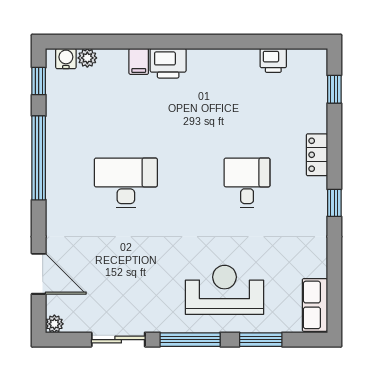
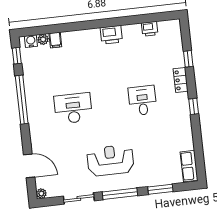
filing cabinet: (139, 61) -> (55, 40), moved
printer: (168, 63) -> (111, 35), moved
window: (334, 89) -> (188, 59), moved
reception desk: (224, 290) -> (110, 160), moved

